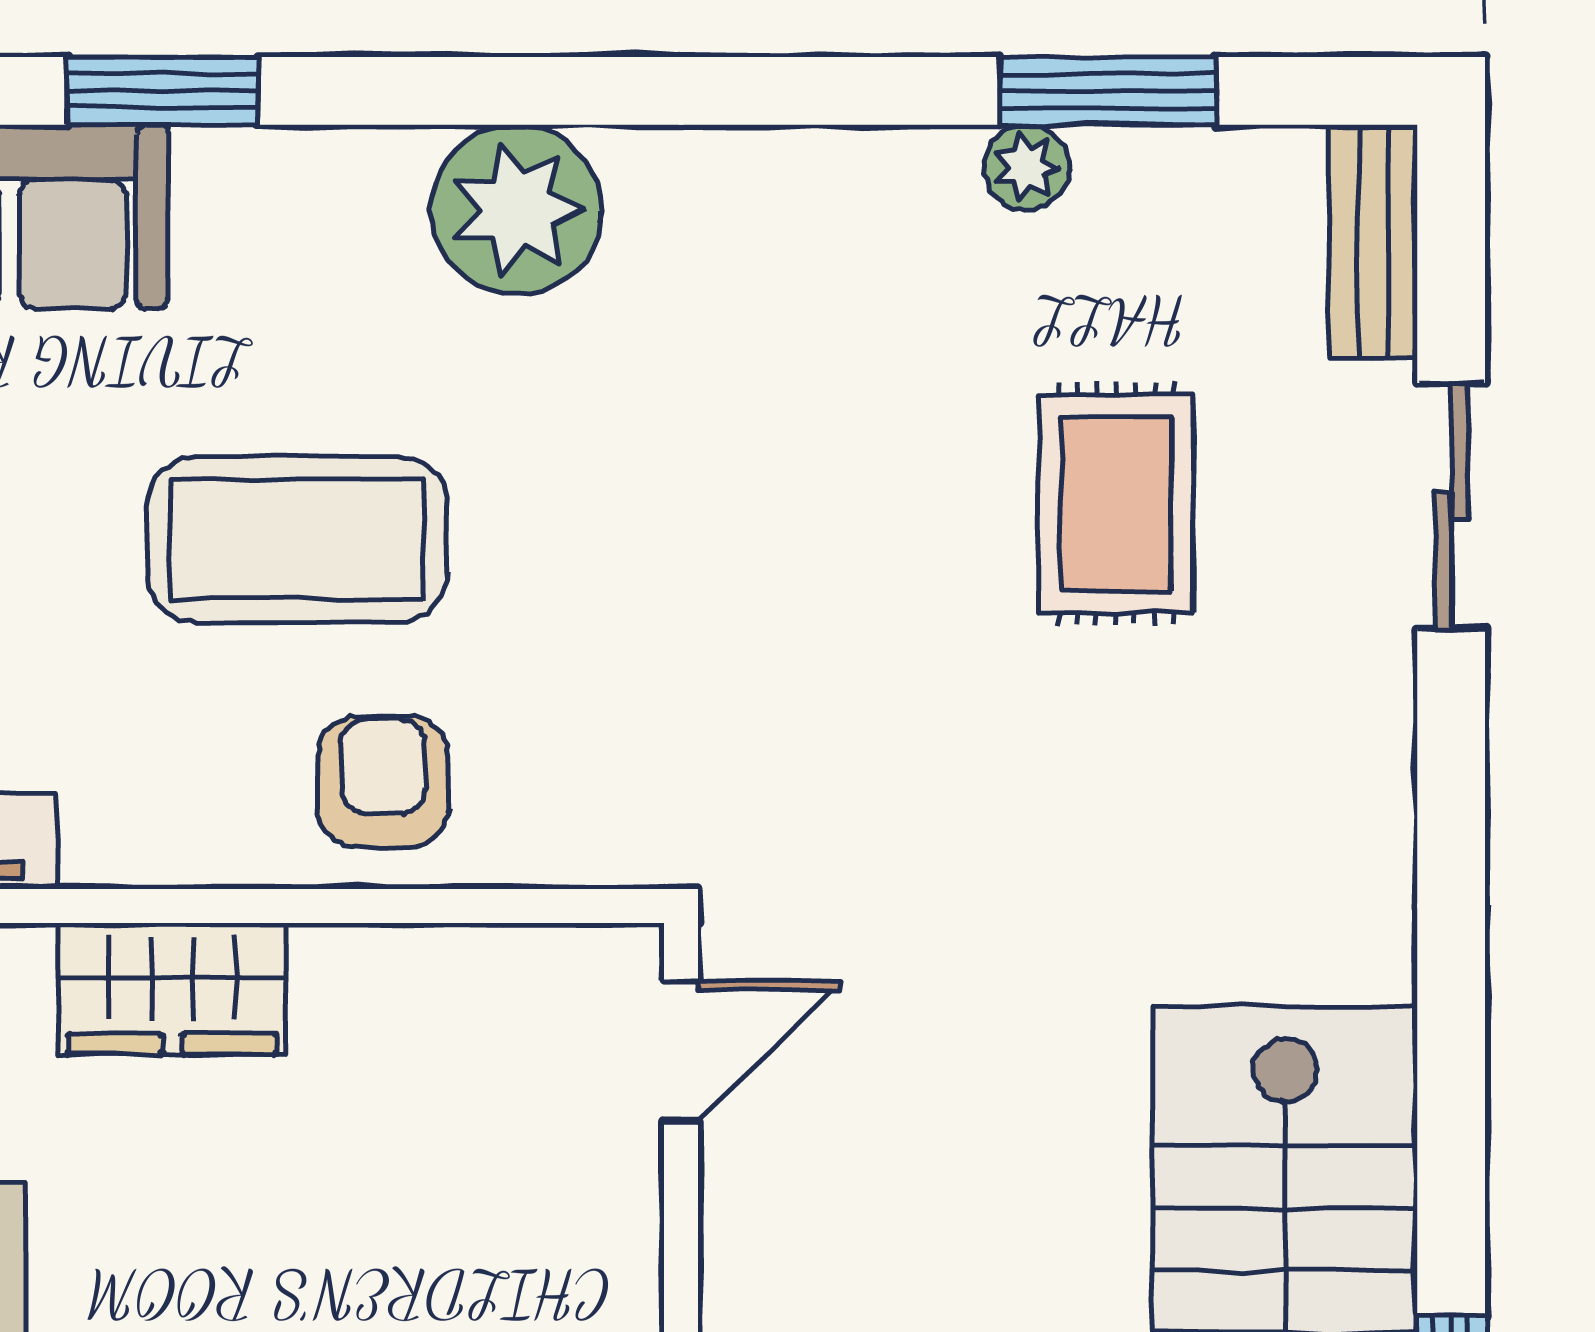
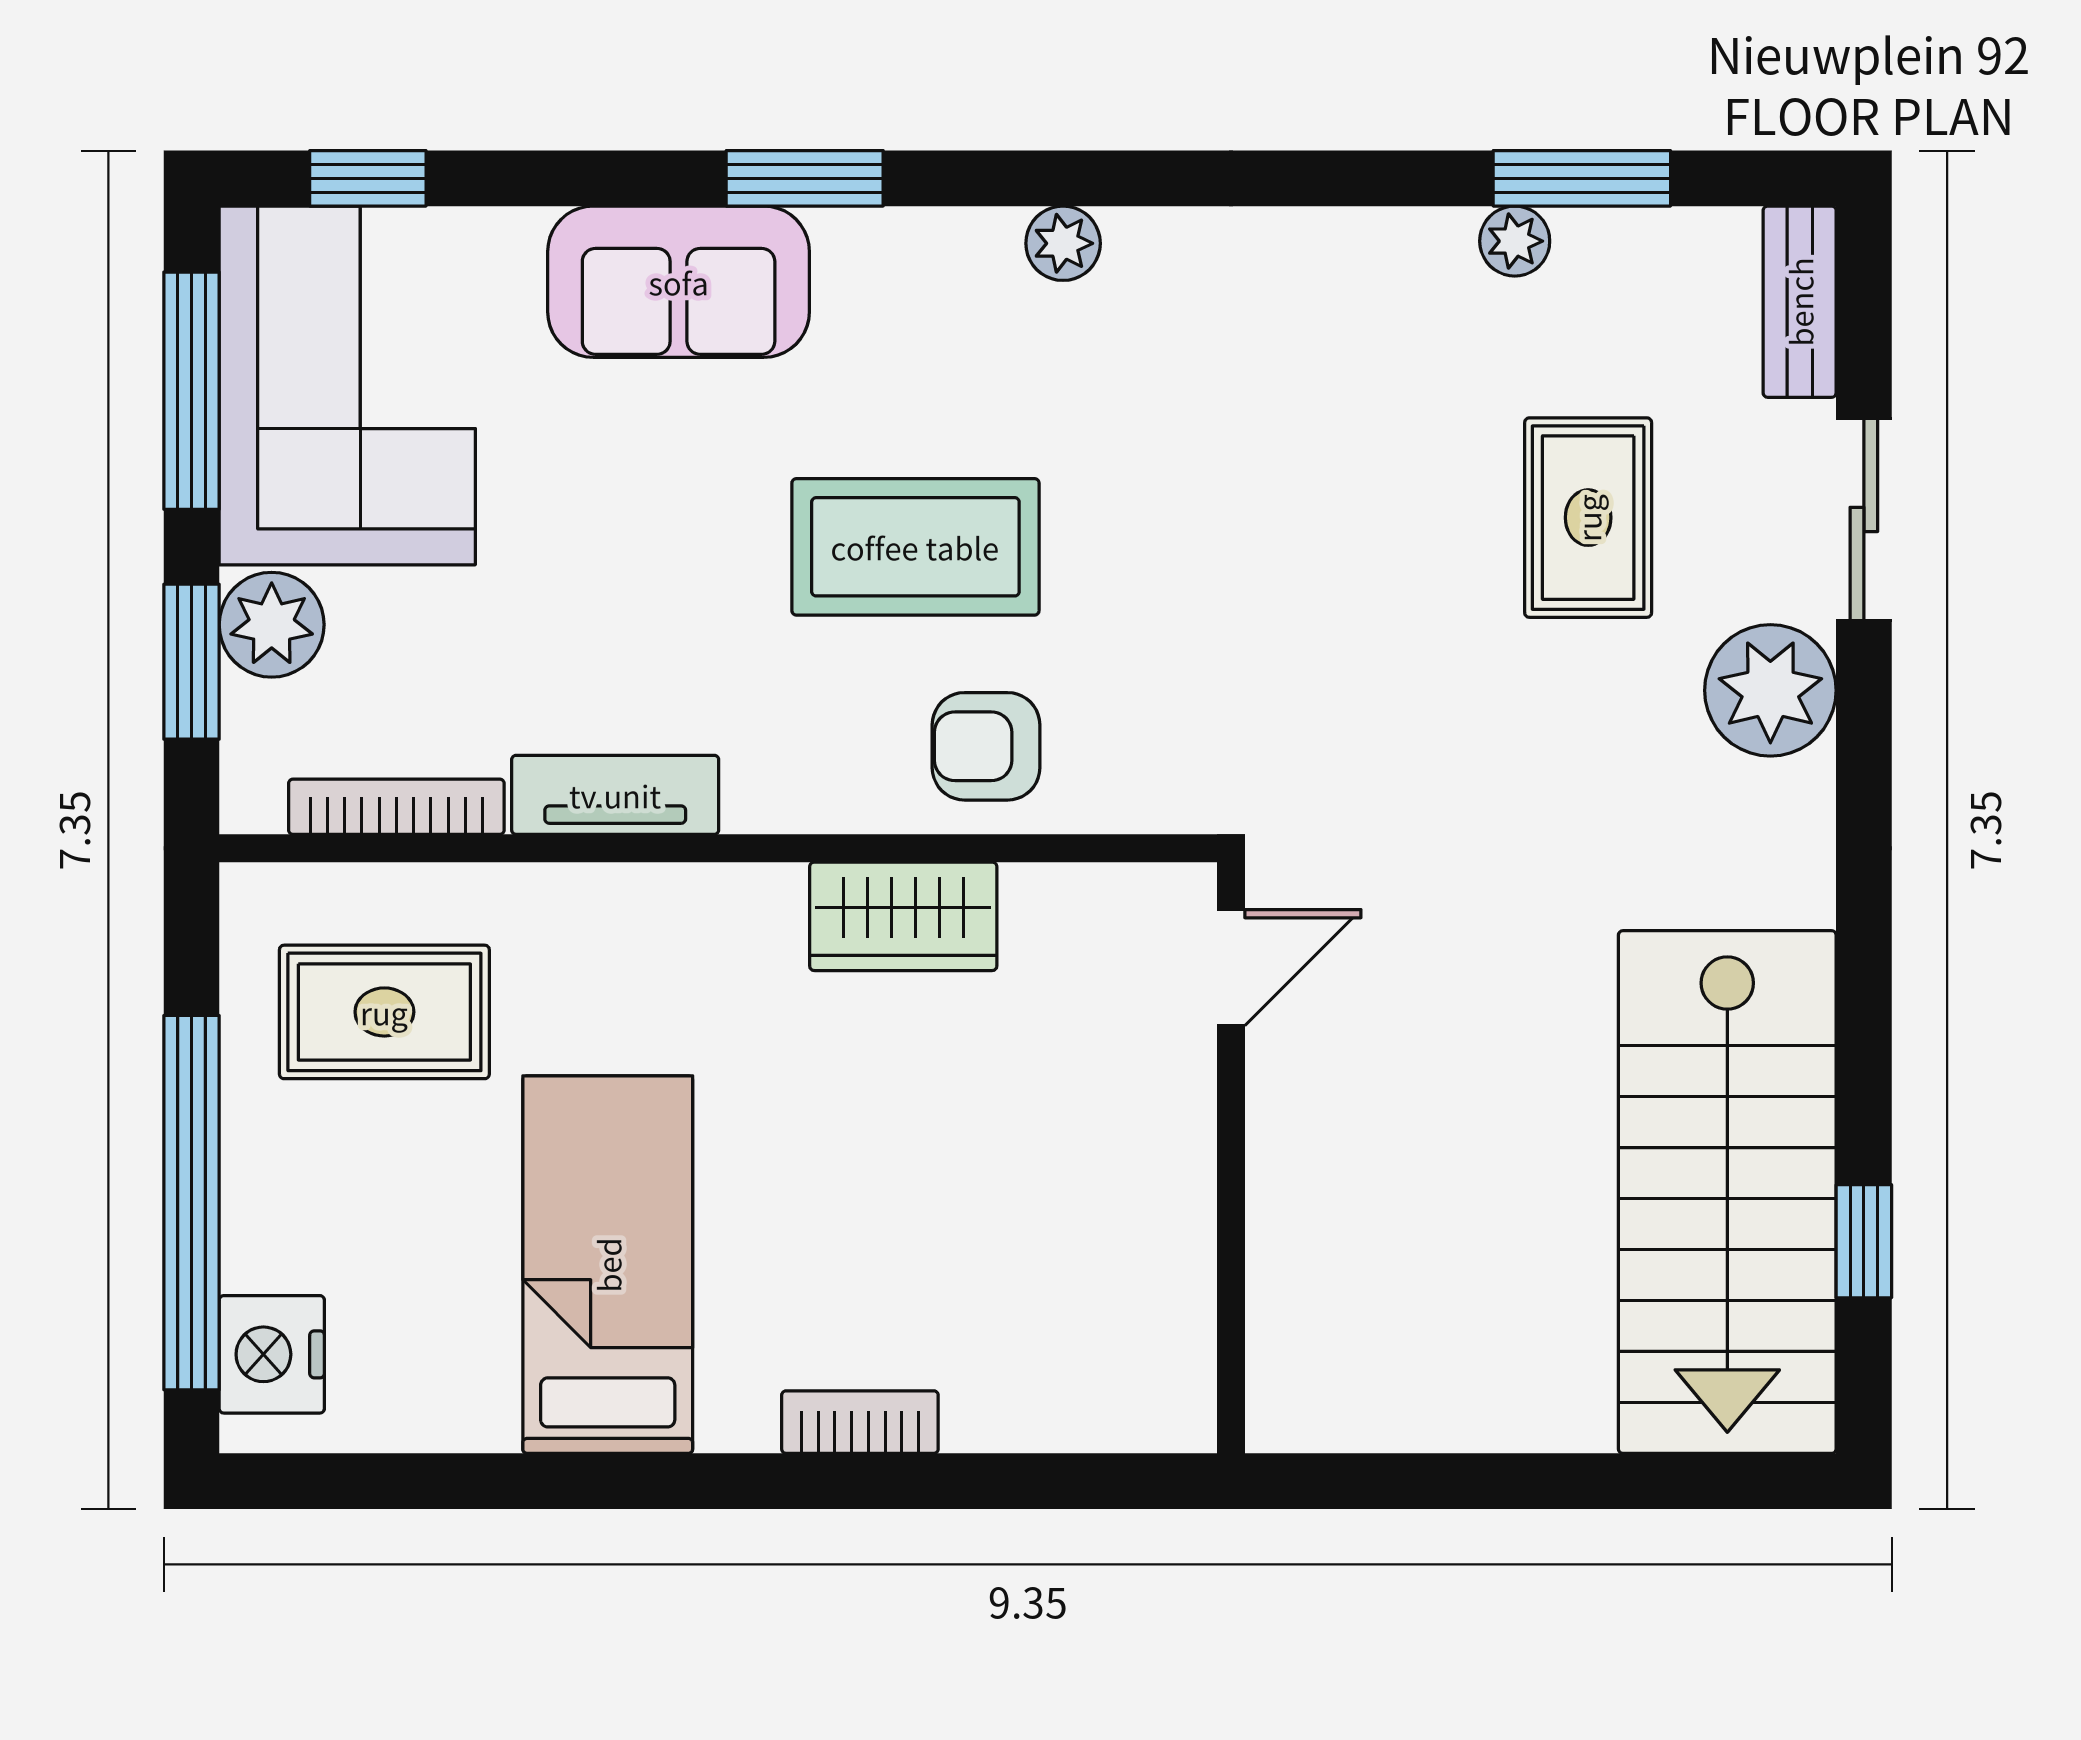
plant: (516, 210) -> (1063, 243), width x0.53, depth x0.53
plant: (1337, 714) -> (1770, 690), added
armchair: (383, 782) -> (986, 746), turned -90
wardrobe: (172, 989) -> (903, 916), moved

